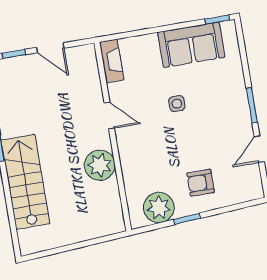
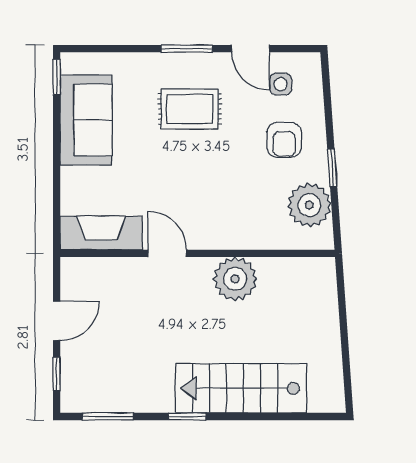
fireplace: (112, 61) -> (101, 233), width x1.37, depth x1.32
side table: (177, 104) -> (281, 84), moved
rug: (211, 114) -> (190, 109), added
door: (109, 116) -> (167, 253), hinge flipped

